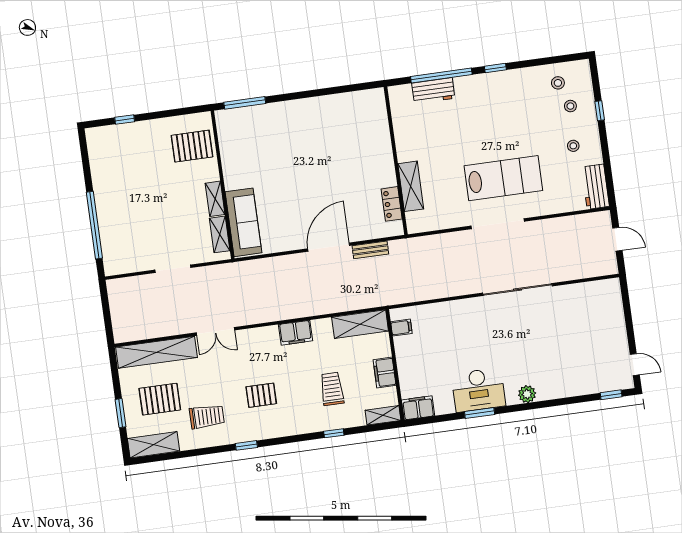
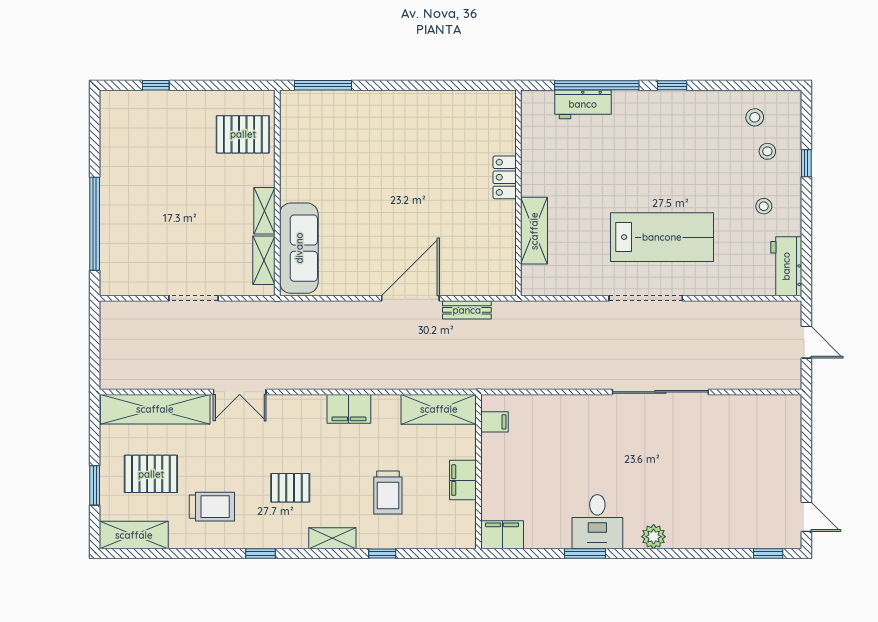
locker: (392, 204) -> (505, 177), moved
trolley: (332, 389) -> (388, 492), turned 180
desk: (478, 390) -> (597, 522), width x0.73
shelving: (383, 415) -> (332, 538), moved

